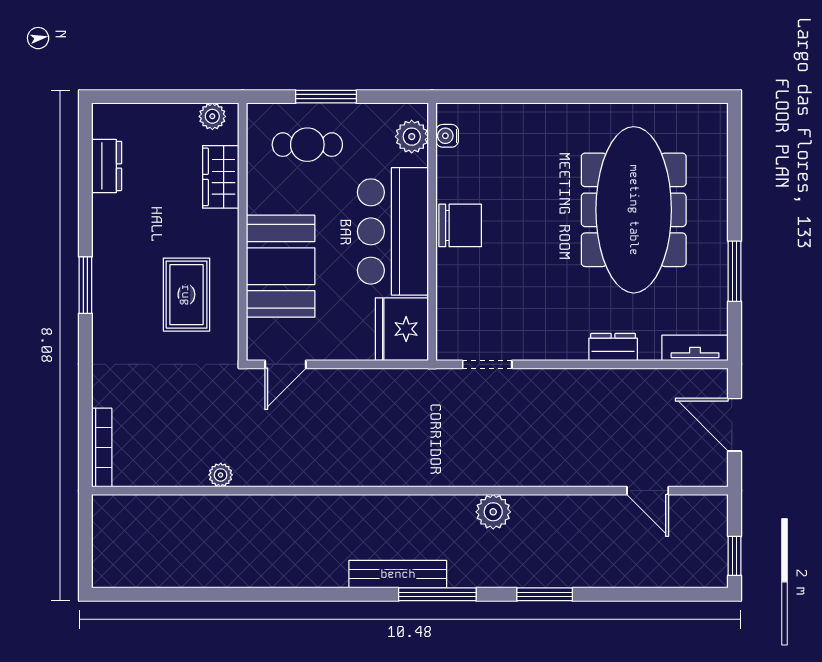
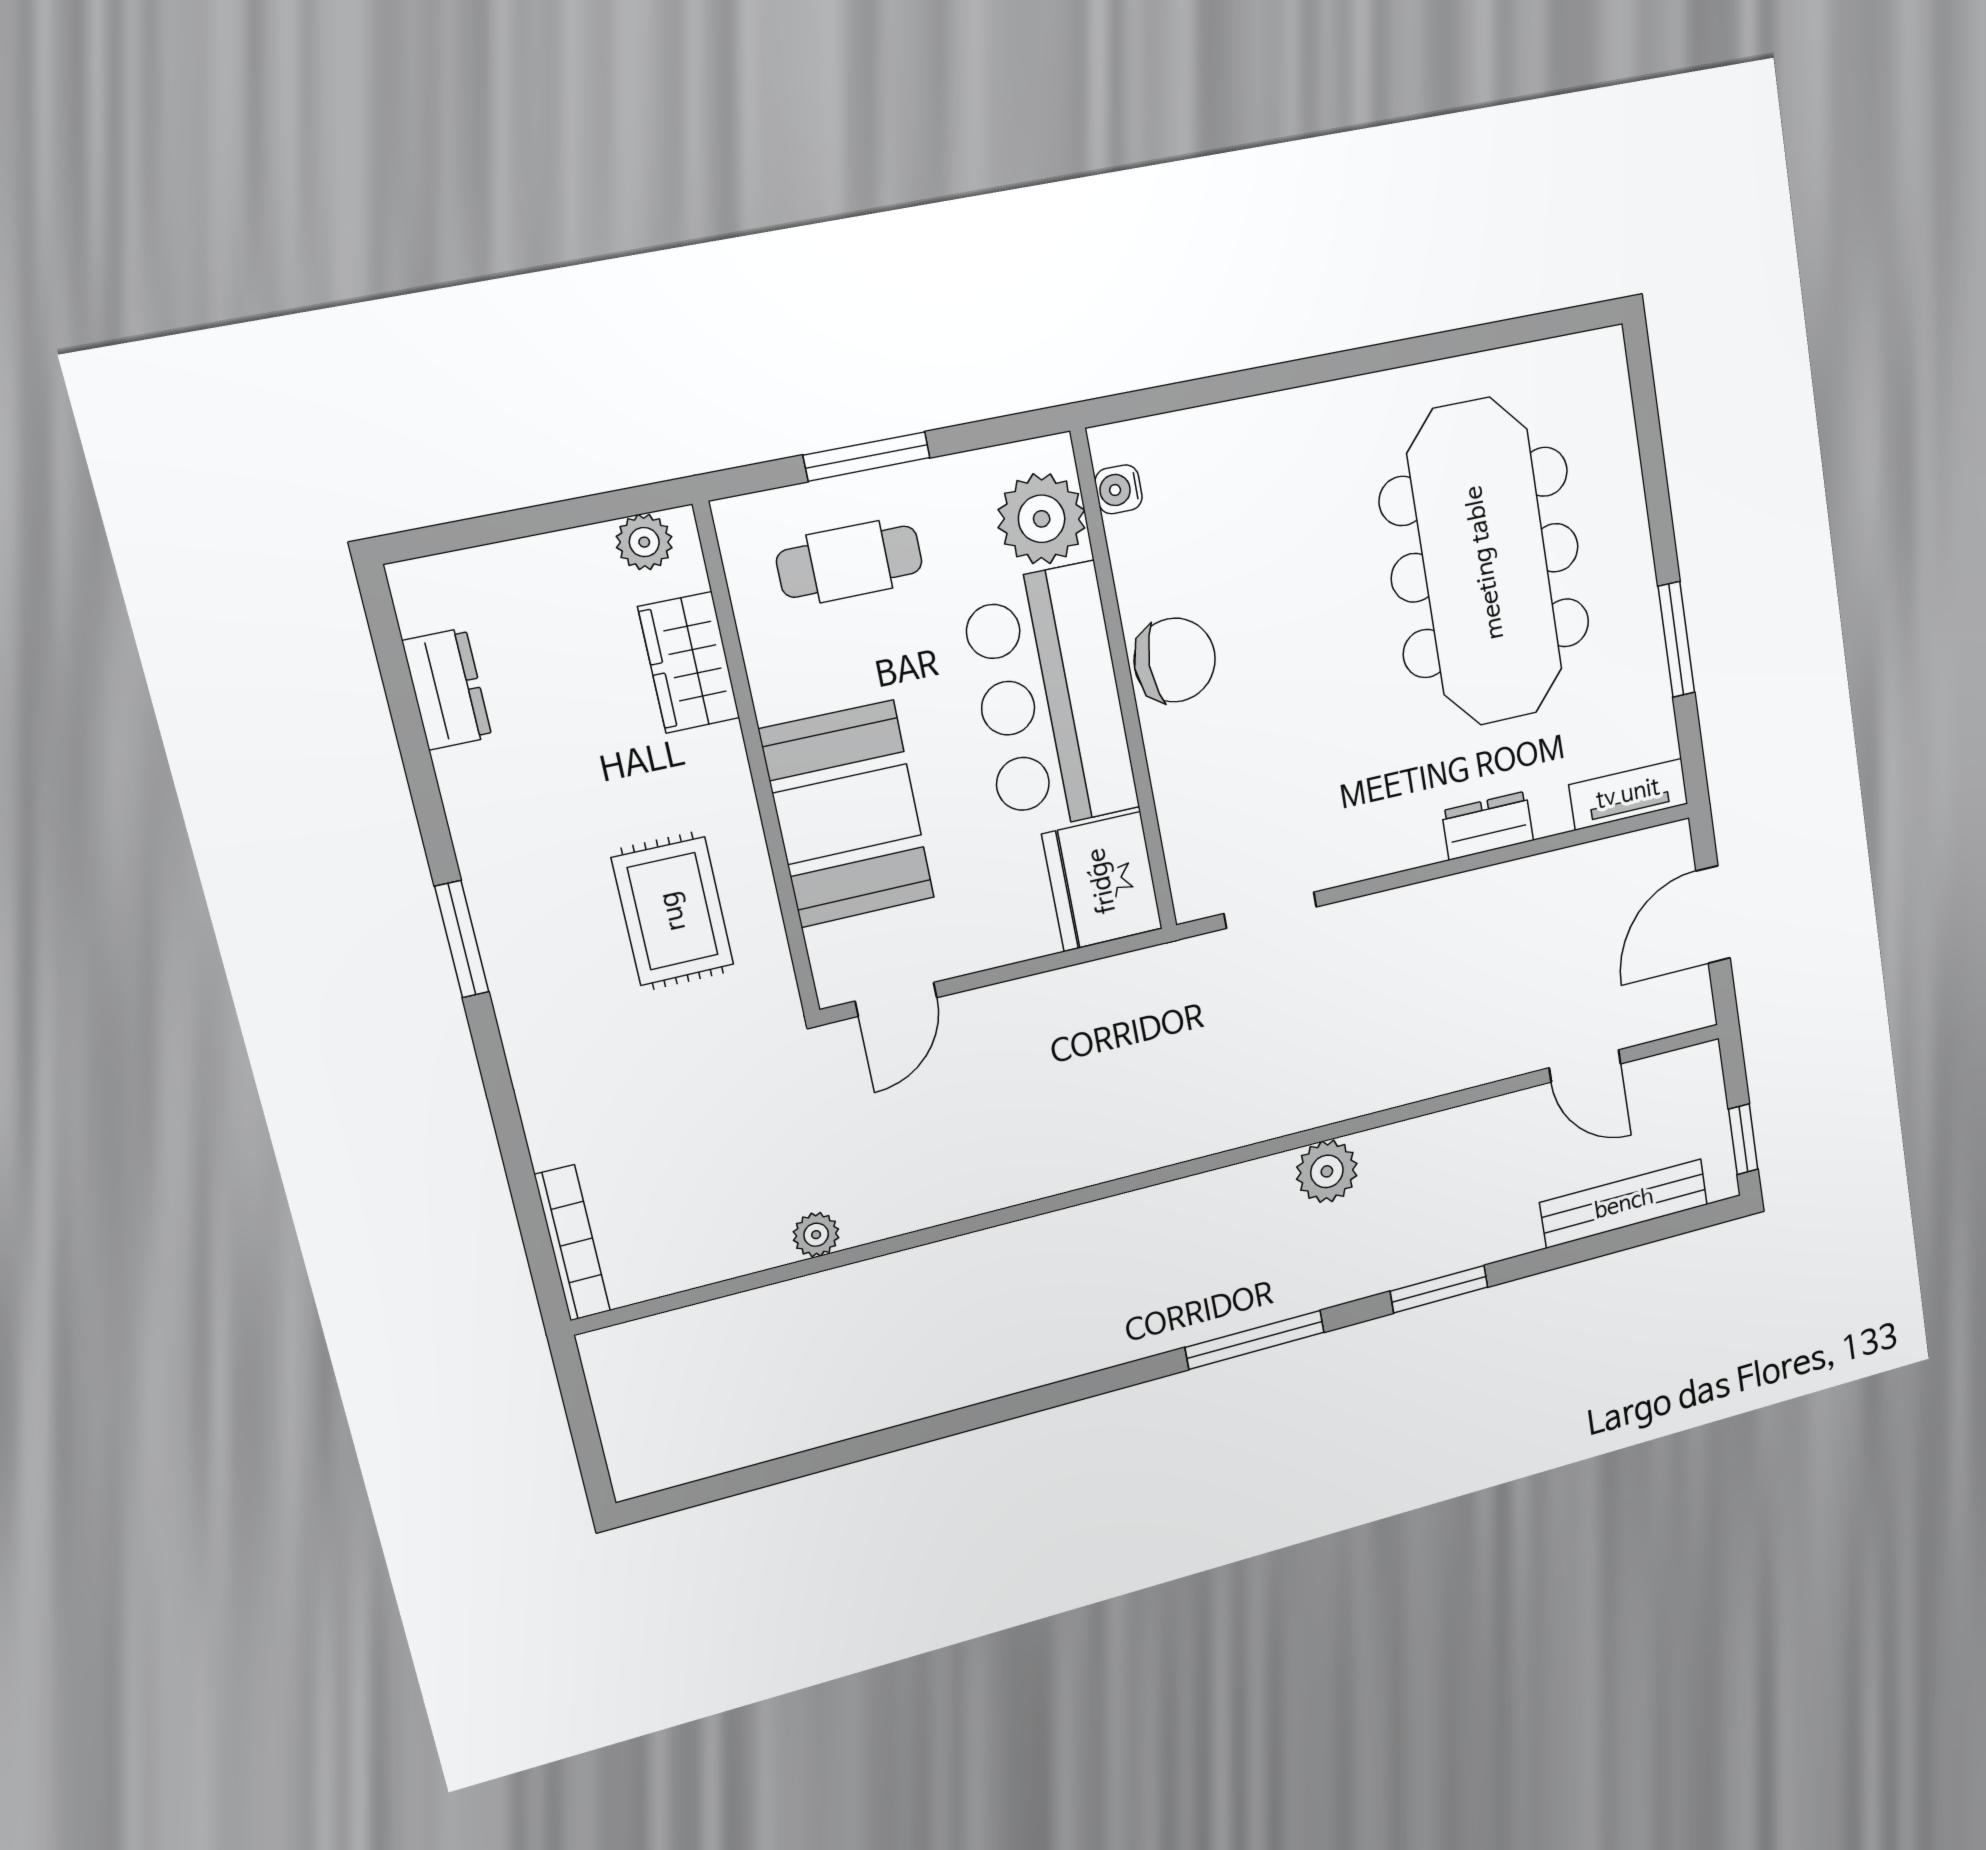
plant: (412, 137) -> (1042, 519), width x1.36, depth x1.36
door: (735, 425) -> (1713, 915), hinge flipped
bench: (398, 574) -> (1624, 1204), moved

